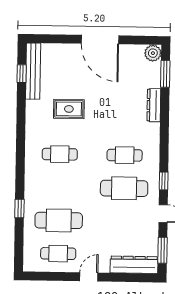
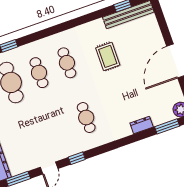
dresser: (154, 105) -> (142, 125), width x0.70
cafe table: (124, 188) -> (39, 73), moved, width x0.73, depth x0.74

